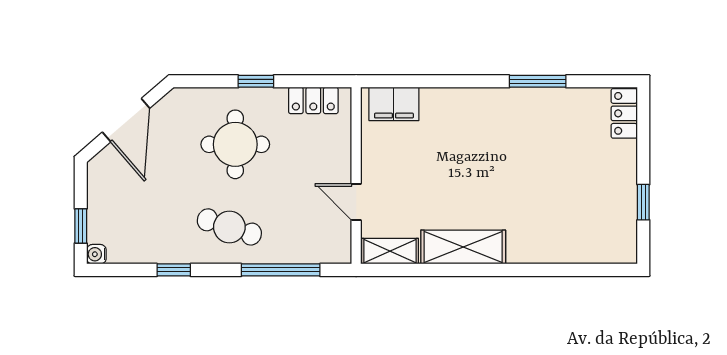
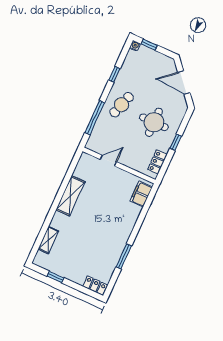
shelving: (390, 251) -> (48, 240), moved

